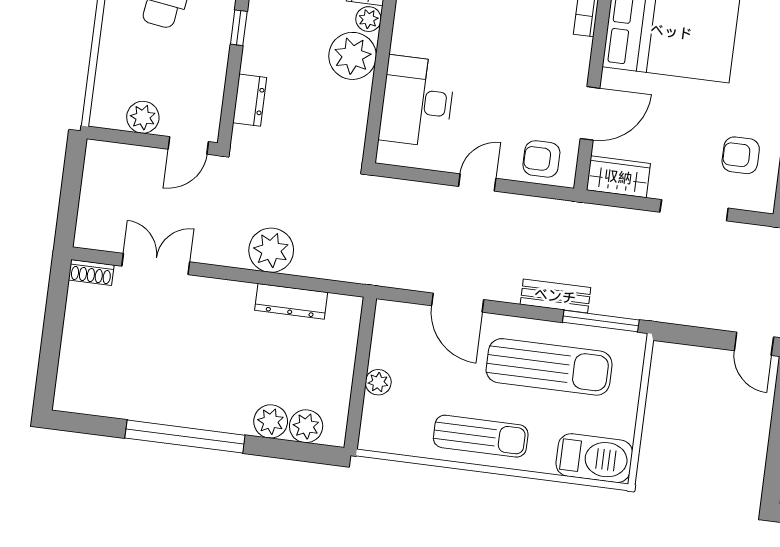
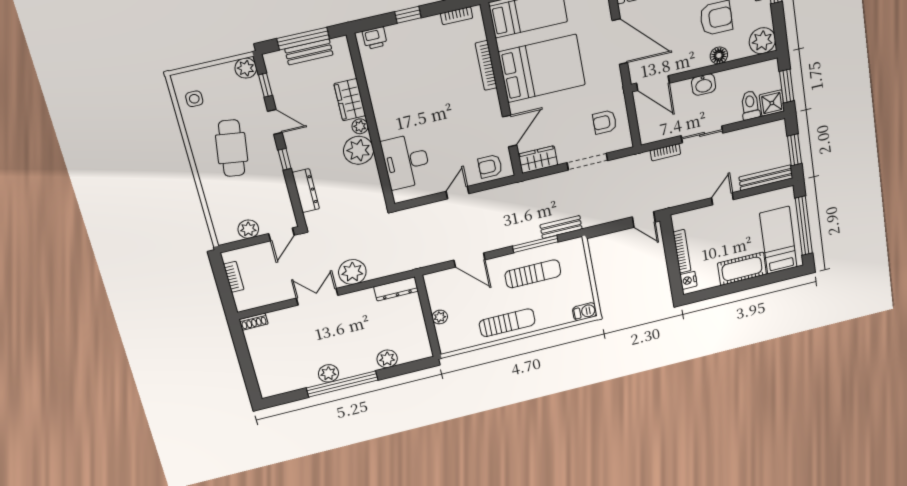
dresser: (250, 100) -> (306, 191), width x1.44
bookcase: (91, 186) -> (234, 277), added
double door: (156, 264) -> (317, 297), moved
bench: (555, 296) -> (561, 227), moved
dresser: (291, 301) -> (396, 289), moved
window: (601, 321) -> (535, 244), moved
sun lounger: (549, 367) -> (533, 274), width x0.73, depth x0.75
plant: (306, 426) -> (328, 373), moved
barbecue: (594, 458) -> (585, 312), width x0.53, depth x0.65

